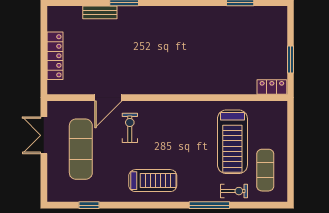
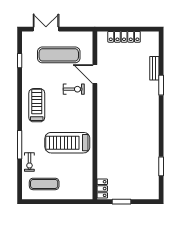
double door: (44, 135) -> (46, 29), moved
treadmill: (232, 142) -> (67, 143), moved
treadmill: (153, 181) -> (37, 105), turned 180

